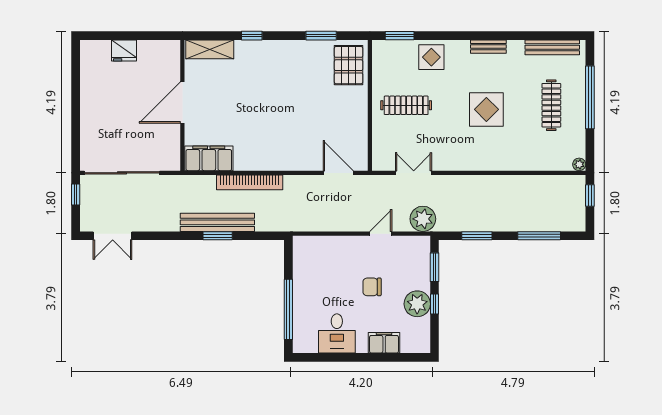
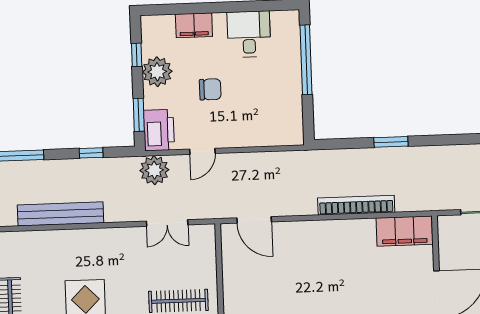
bench: (217, 222) -> (61, 214), moved
window: (477, 236) -> (91, 153), width x0.67
printer: (418, 253) -> (159, 130), added
window: (435, 304) -> (137, 55), moved

